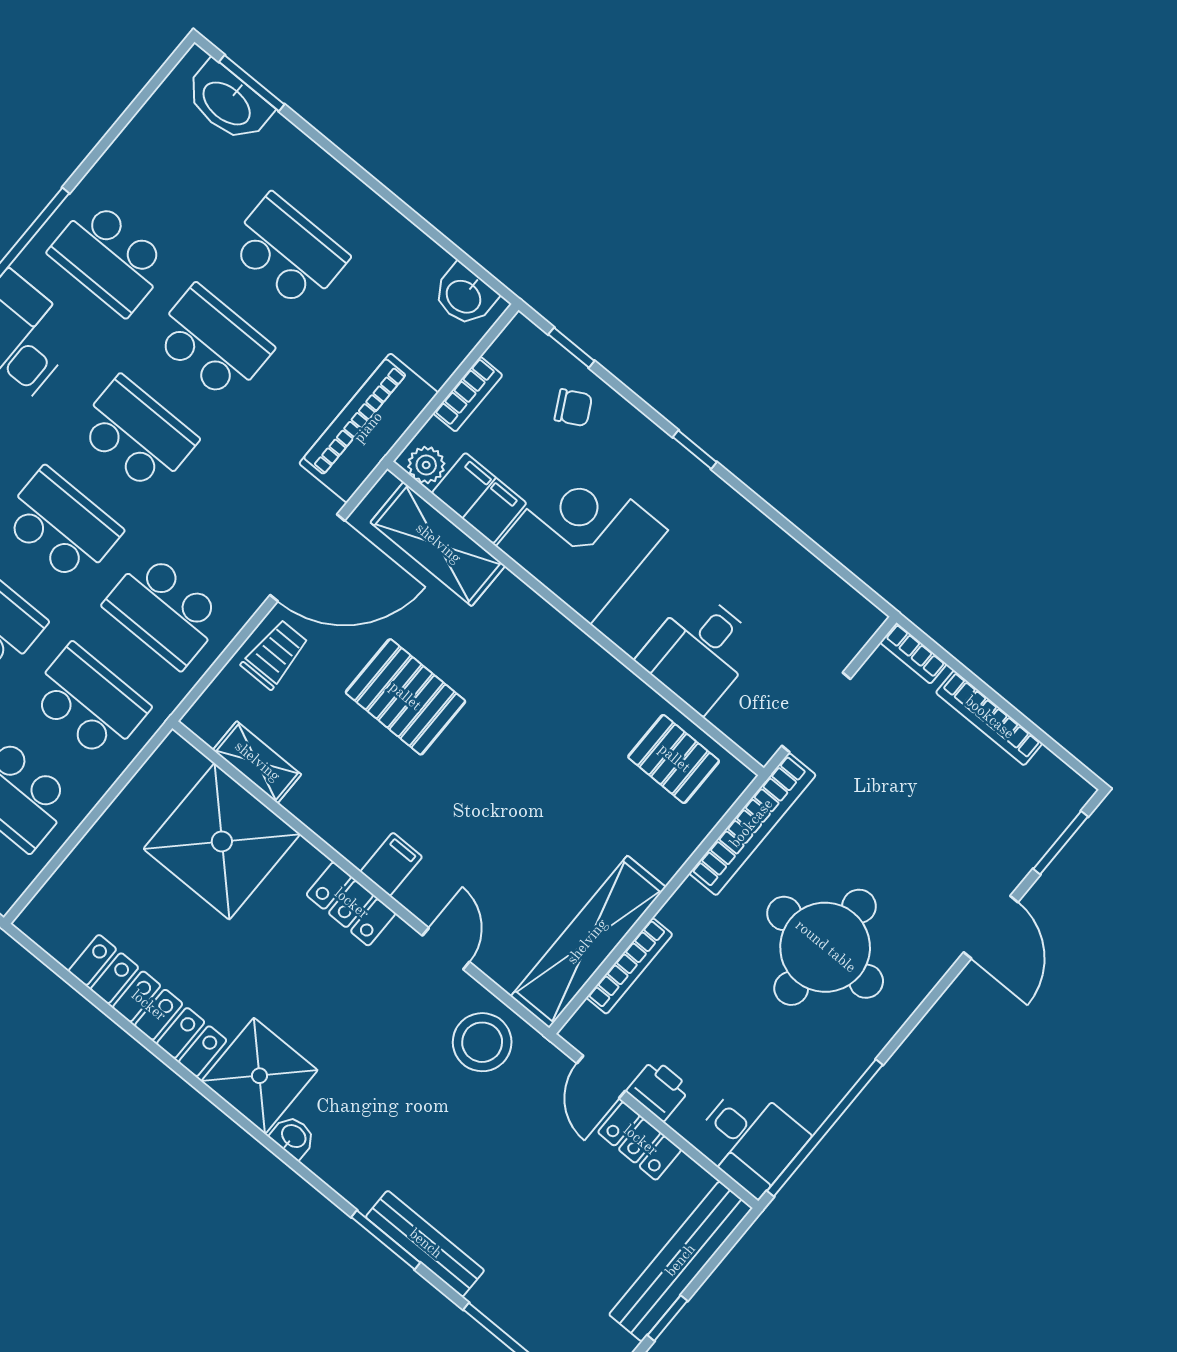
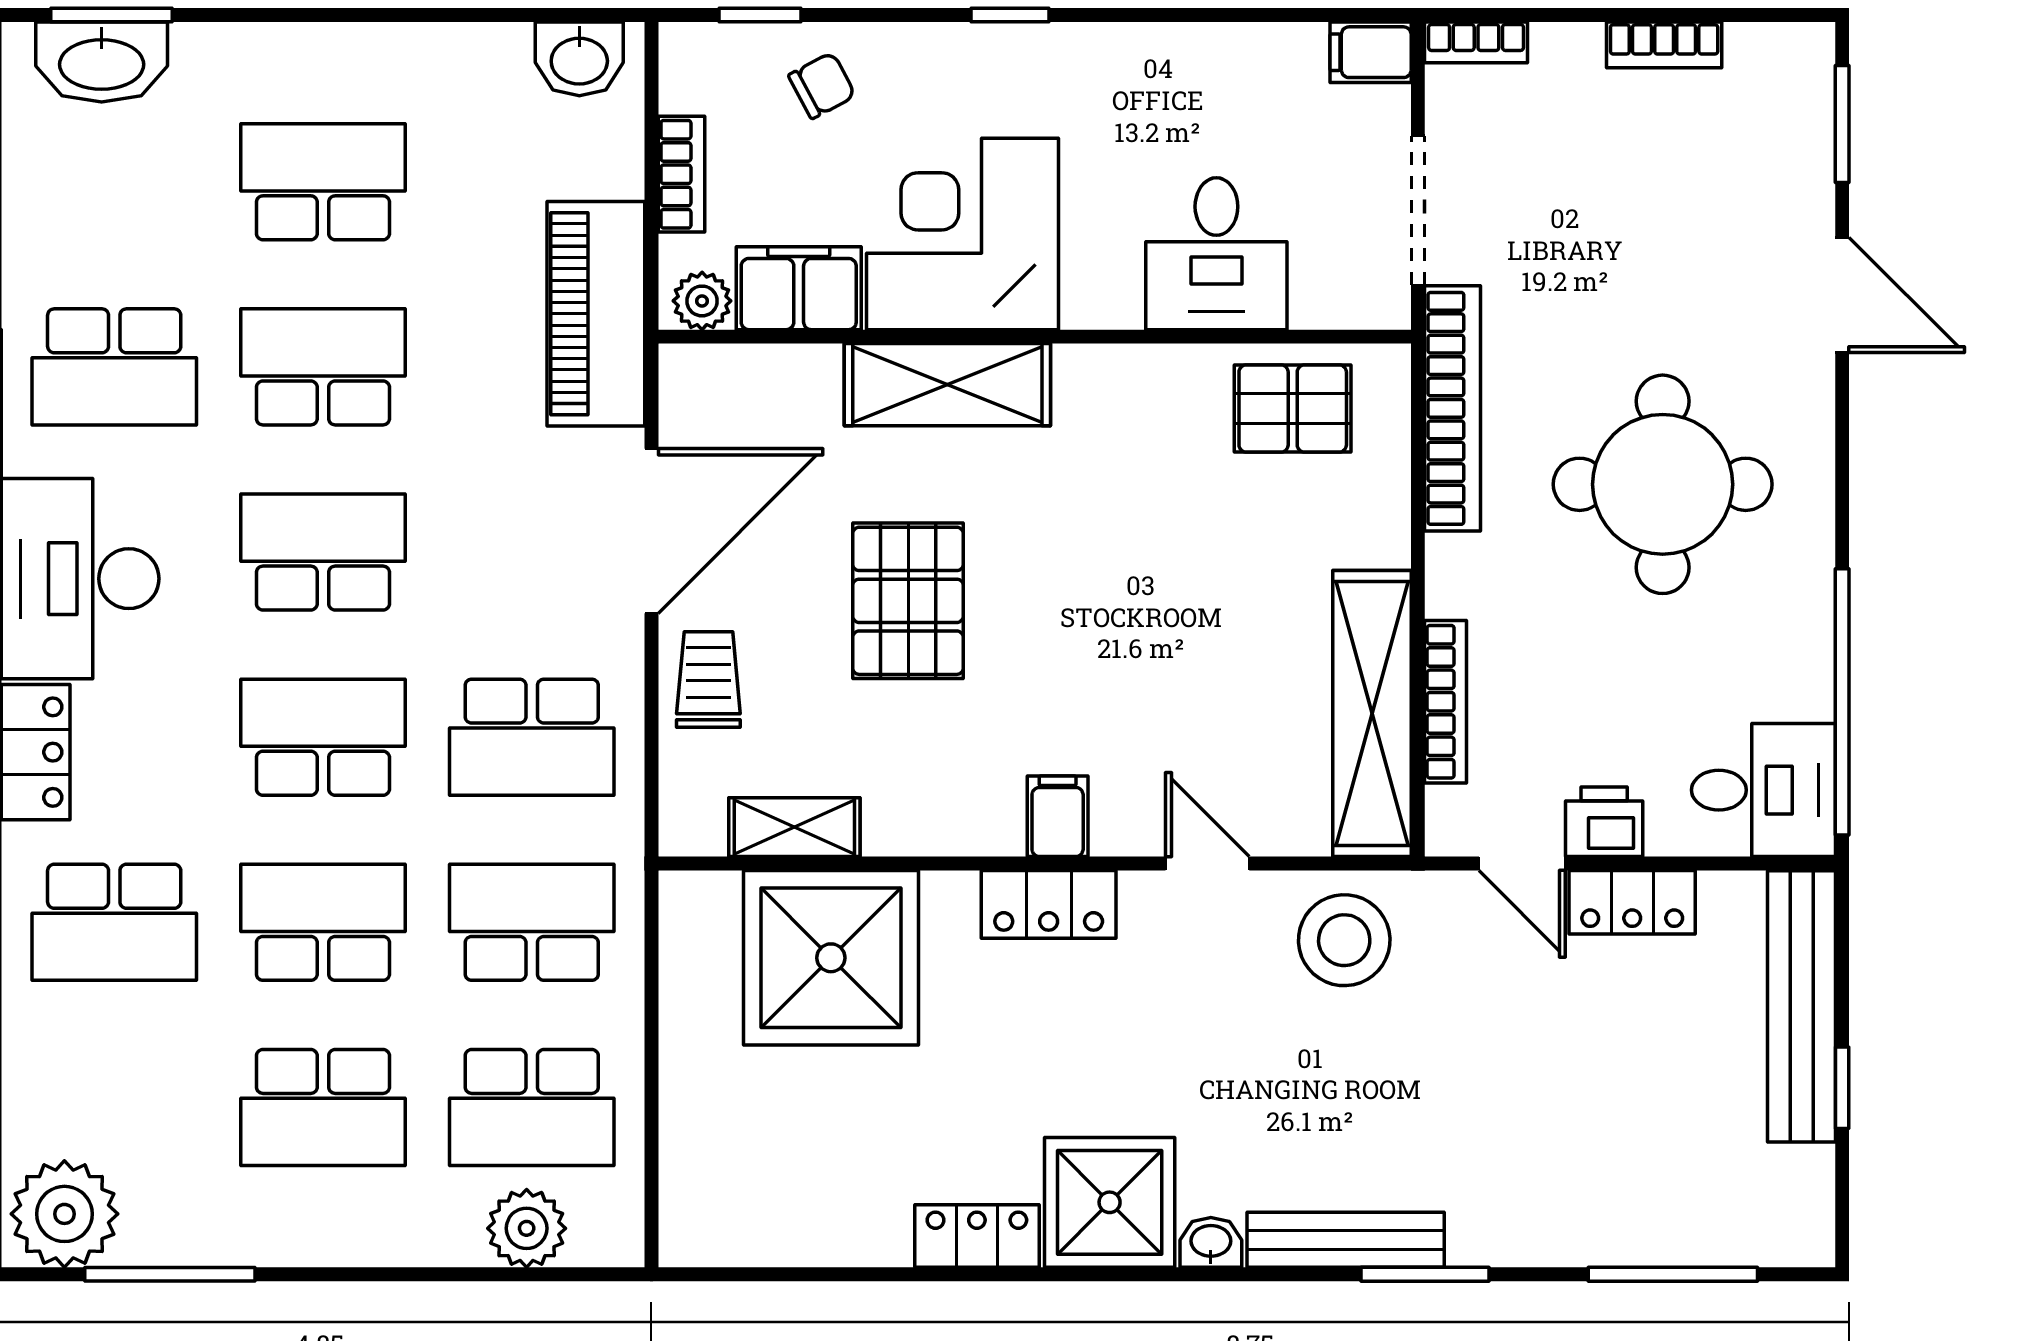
shelving: (438, 544) -> (947, 385), moved
filing cabinet: (857, 615) -> (1371, 52), added
pallet: (405, 697) -> (908, 601), turned 90
bookcase: (989, 718) -> (1664, 45), width x0.64
locker: (148, 1006) -> (977, 1236), width x0.46, depth x0.83
bench: (425, 1244) -> (1346, 1240), moved

